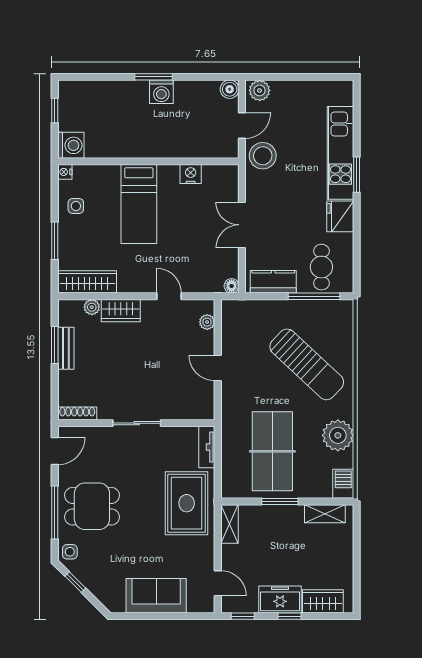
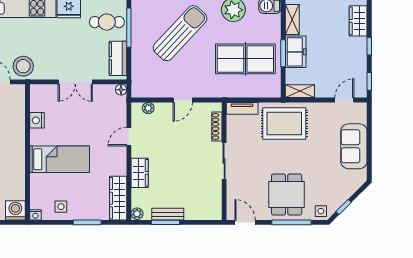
plant: (92, 307) -> (137, 214), moved
shoe rack: (77, 413) -> (217, 126), moved
freezer: (280, 599) -> (296, 52), moved, turned 180

